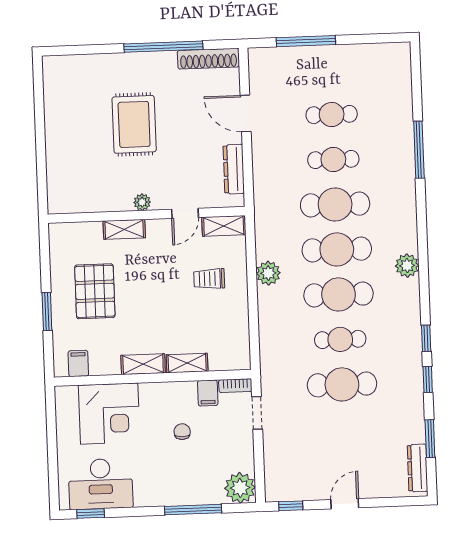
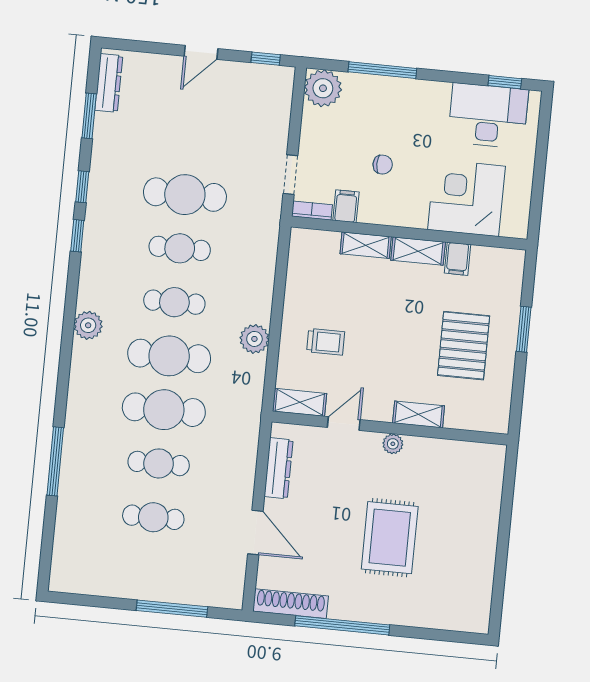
cafe table: (339, 294) -> (174, 302), width x0.73, depth x0.74
filing cabinet: (78, 363) -> (457, 259), moved
chair: (182, 432) -> (383, 165), turned -90

